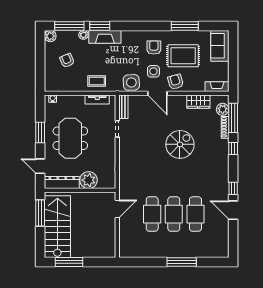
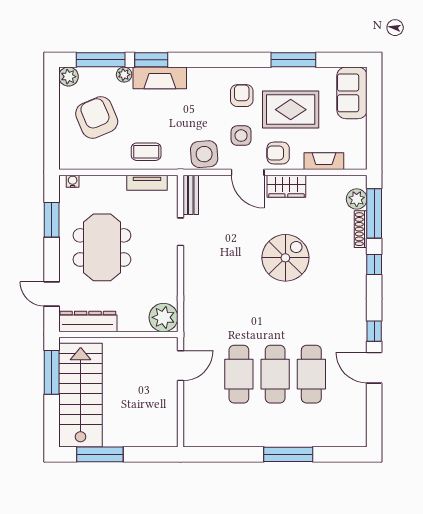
armchair: (67, 61) -> (97, 117), width x1.88, depth x1.88
armchair: (176, 82) -> (278, 153), turned -74
fireplace: (217, 87) -> (324, 161), moved
wardrobe: (198, 102) -> (286, 186), moved
window: (40, 133) -> (52, 220), moved
plant: (89, 180) -> (163, 317), moved

